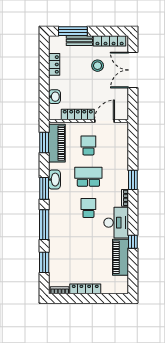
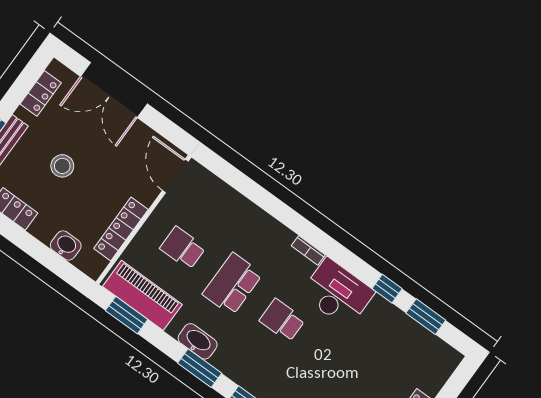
locker: (110, 41) -> (41, 93), width x0.66
stool: (98, 66) -> (62, 166), moved
door: (104, 121) -> (175, 176), moved
window: (133, 180) -> (426, 317), moved
piano: (120, 257) -> (397, 326), removed

